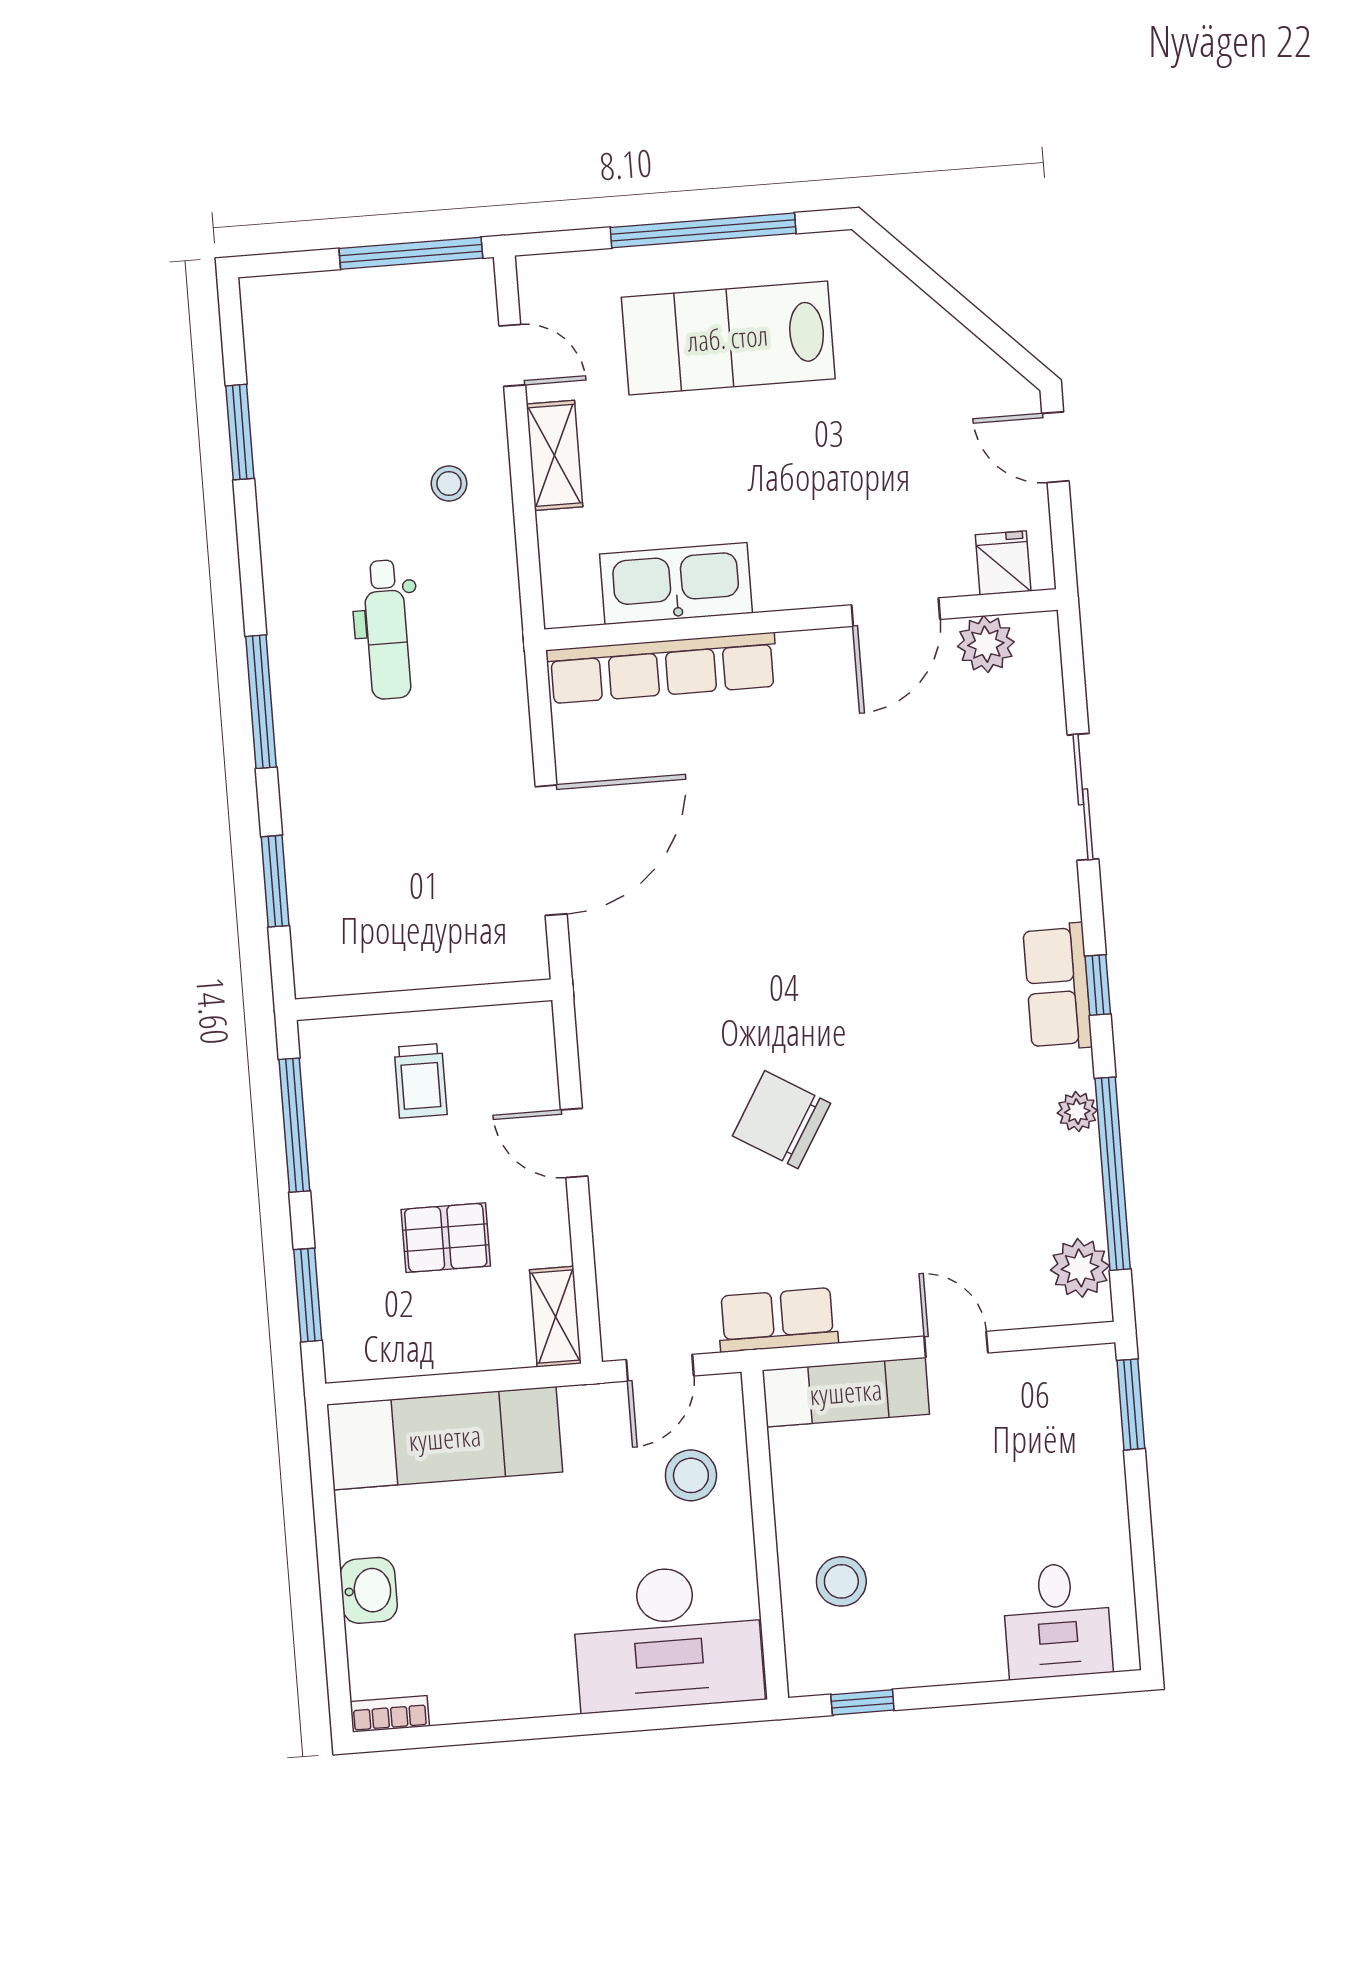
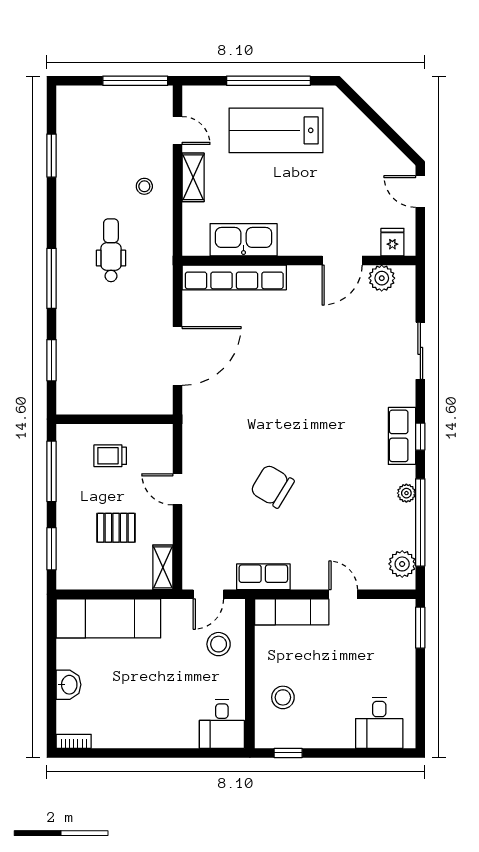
dental chair: (387, 630) -> (111, 250), turned 180
trolley: (421, 1081) -> (110, 456), turned 90
desk: (668, 1638) -> (222, 724), width x0.53, depth x0.77

